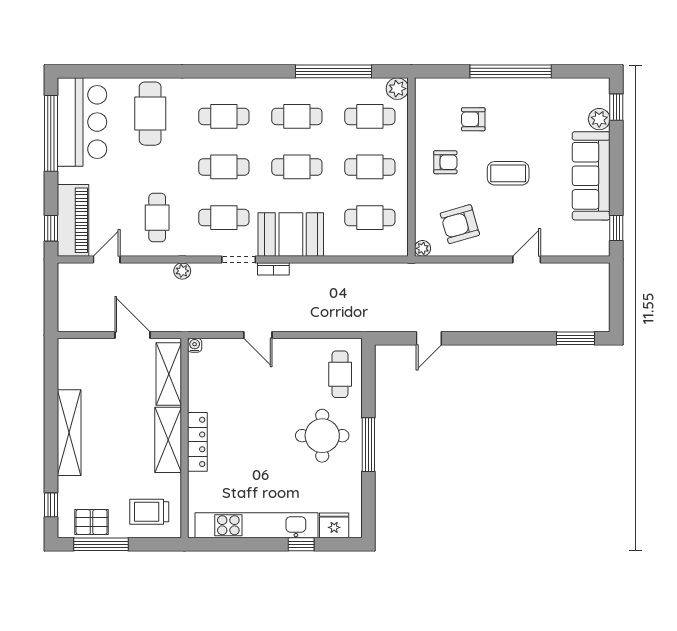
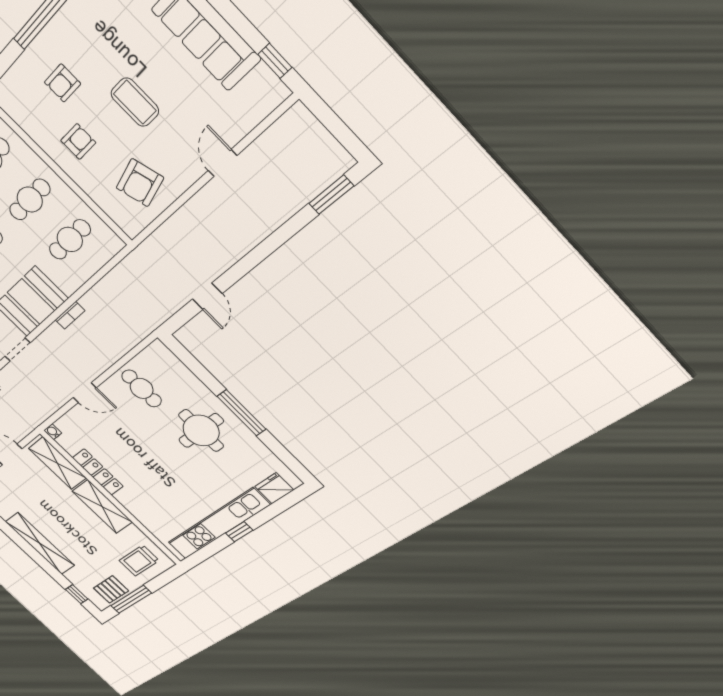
coffee table: (508, 173) -> (135, 102), turned 90
plant: (423, 248) -> (131, 229), removed
bookcase: (273, 269) -> (70, 315), moved
cafe table: (340, 374) -> (142, 388), moved
locker: (197, 442) -> (98, 472), moved
window: (301, 544) -> (239, 532), moved

